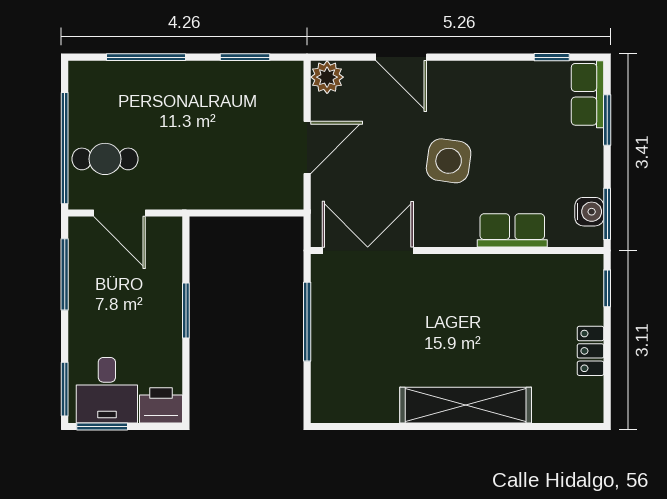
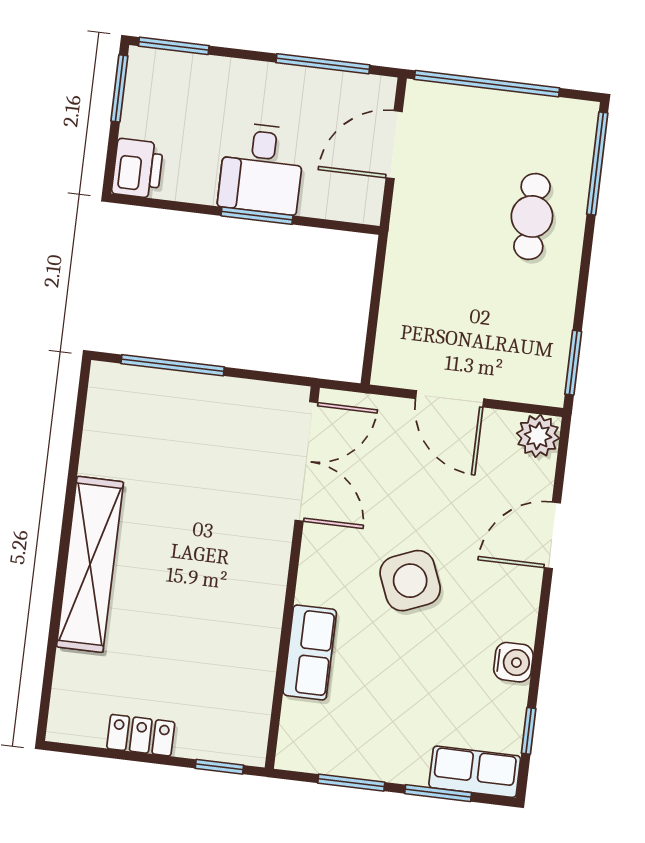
window: (146, 57) -> (597, 163), moved
window: (245, 57) -> (573, 363), moved
cafe table: (105, 159) -> (532, 216), moved
side table: (449, 161) -> (410, 581), turned -30
water cooler: (589, 212) -> (513, 662), moved, turned -90
window: (607, 214) -> (351, 783), moved
window: (307, 322) -> (173, 365), moved
desk: (107, 390) -> (262, 168), moved, turned -90

